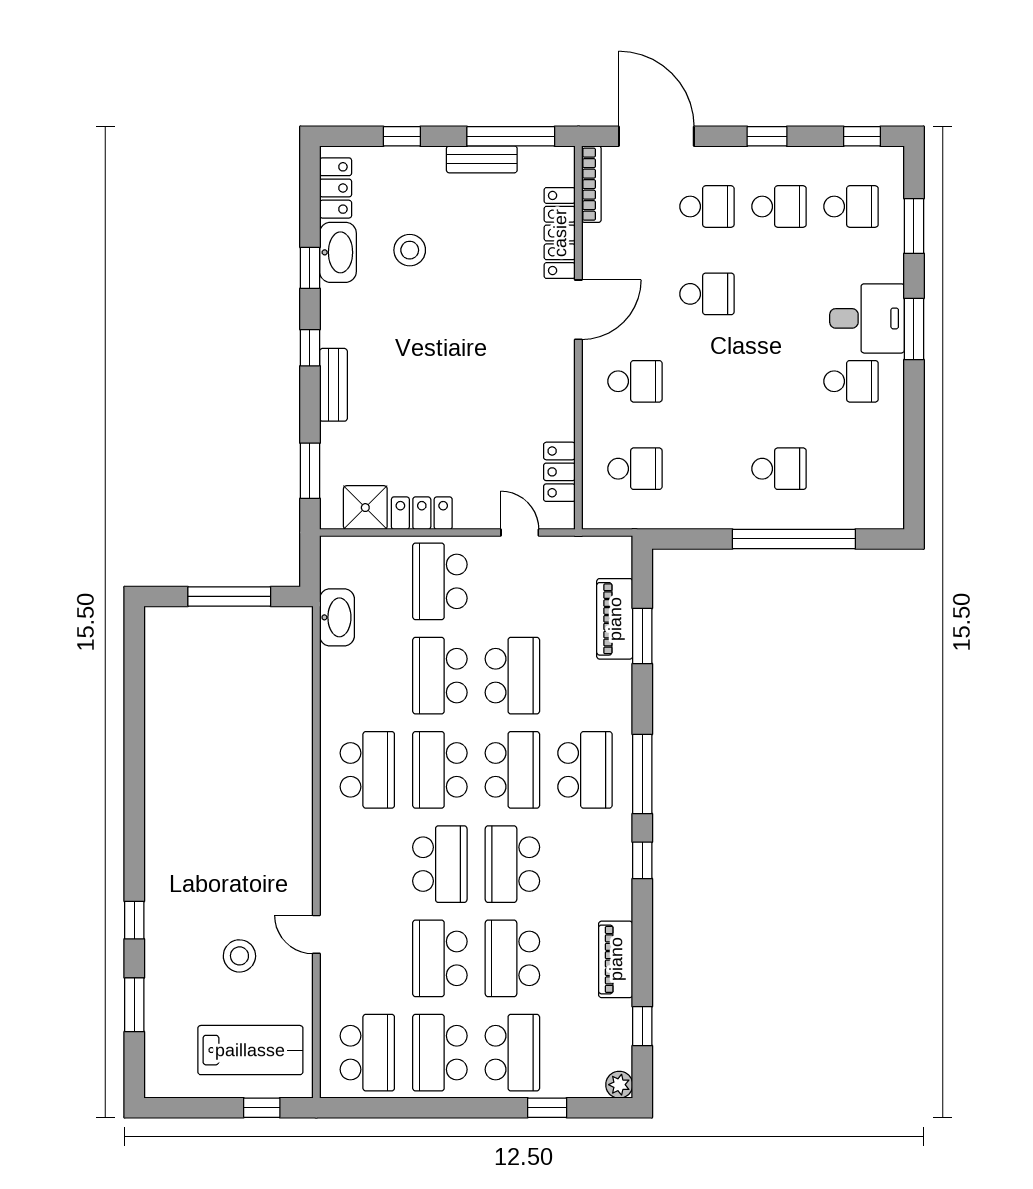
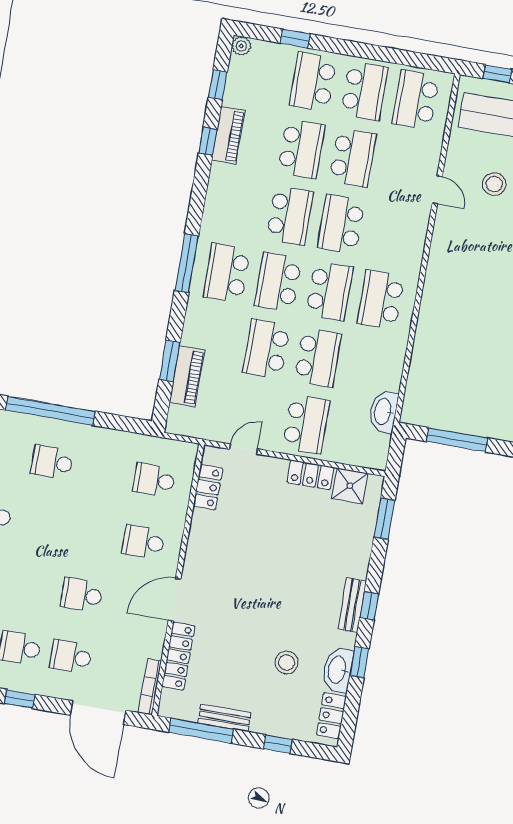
bench: (333, 385) -> (352, 605), moved
door: (520, 533) -> (244, 449), swing flipped
window: (642, 860) -> (208, 141), moved

